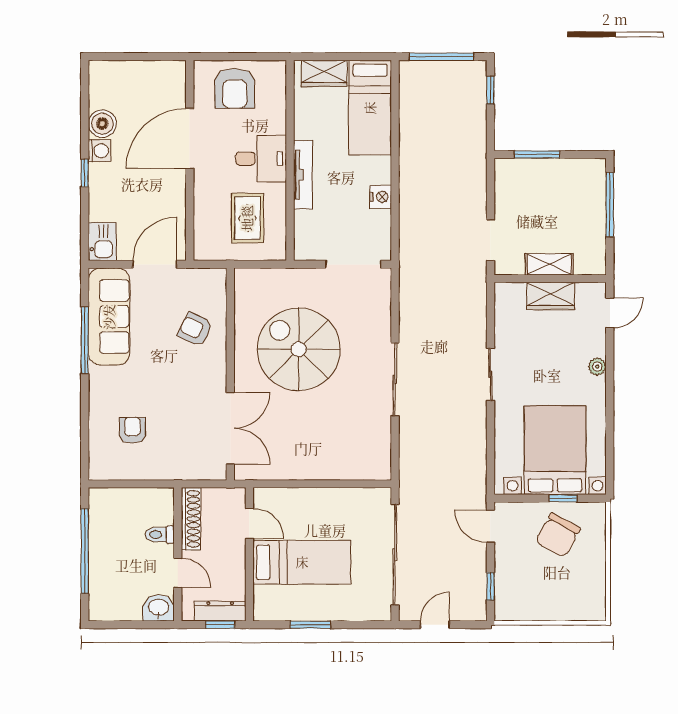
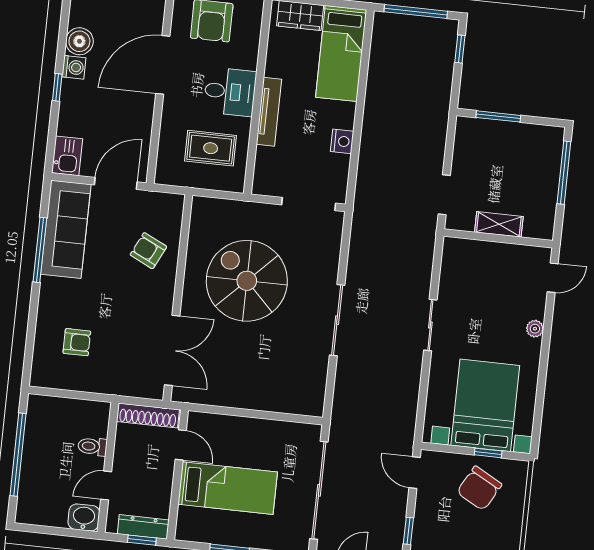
rug: (247, 218) -> (211, 148), turned 90
wardrobe: (551, 296) -> (497, 255), removed
armchair: (132, 430) -> (77, 342), turned 90
shoe rack: (191, 519) -> (148, 416), moved, turned 90
door: (178, 573) -> (106, 485), swing flipped

